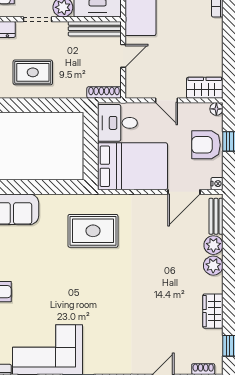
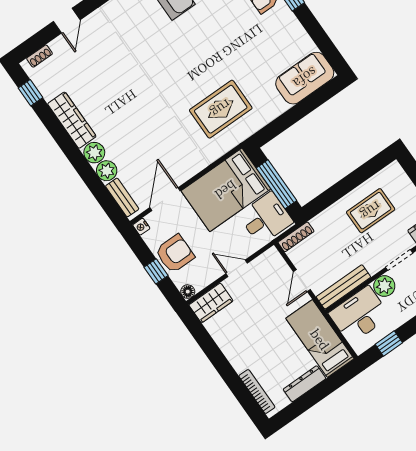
window: (91, 143) -> (277, 184), added
wardrobe: (213, 311) -> (72, 120), width x1.50

